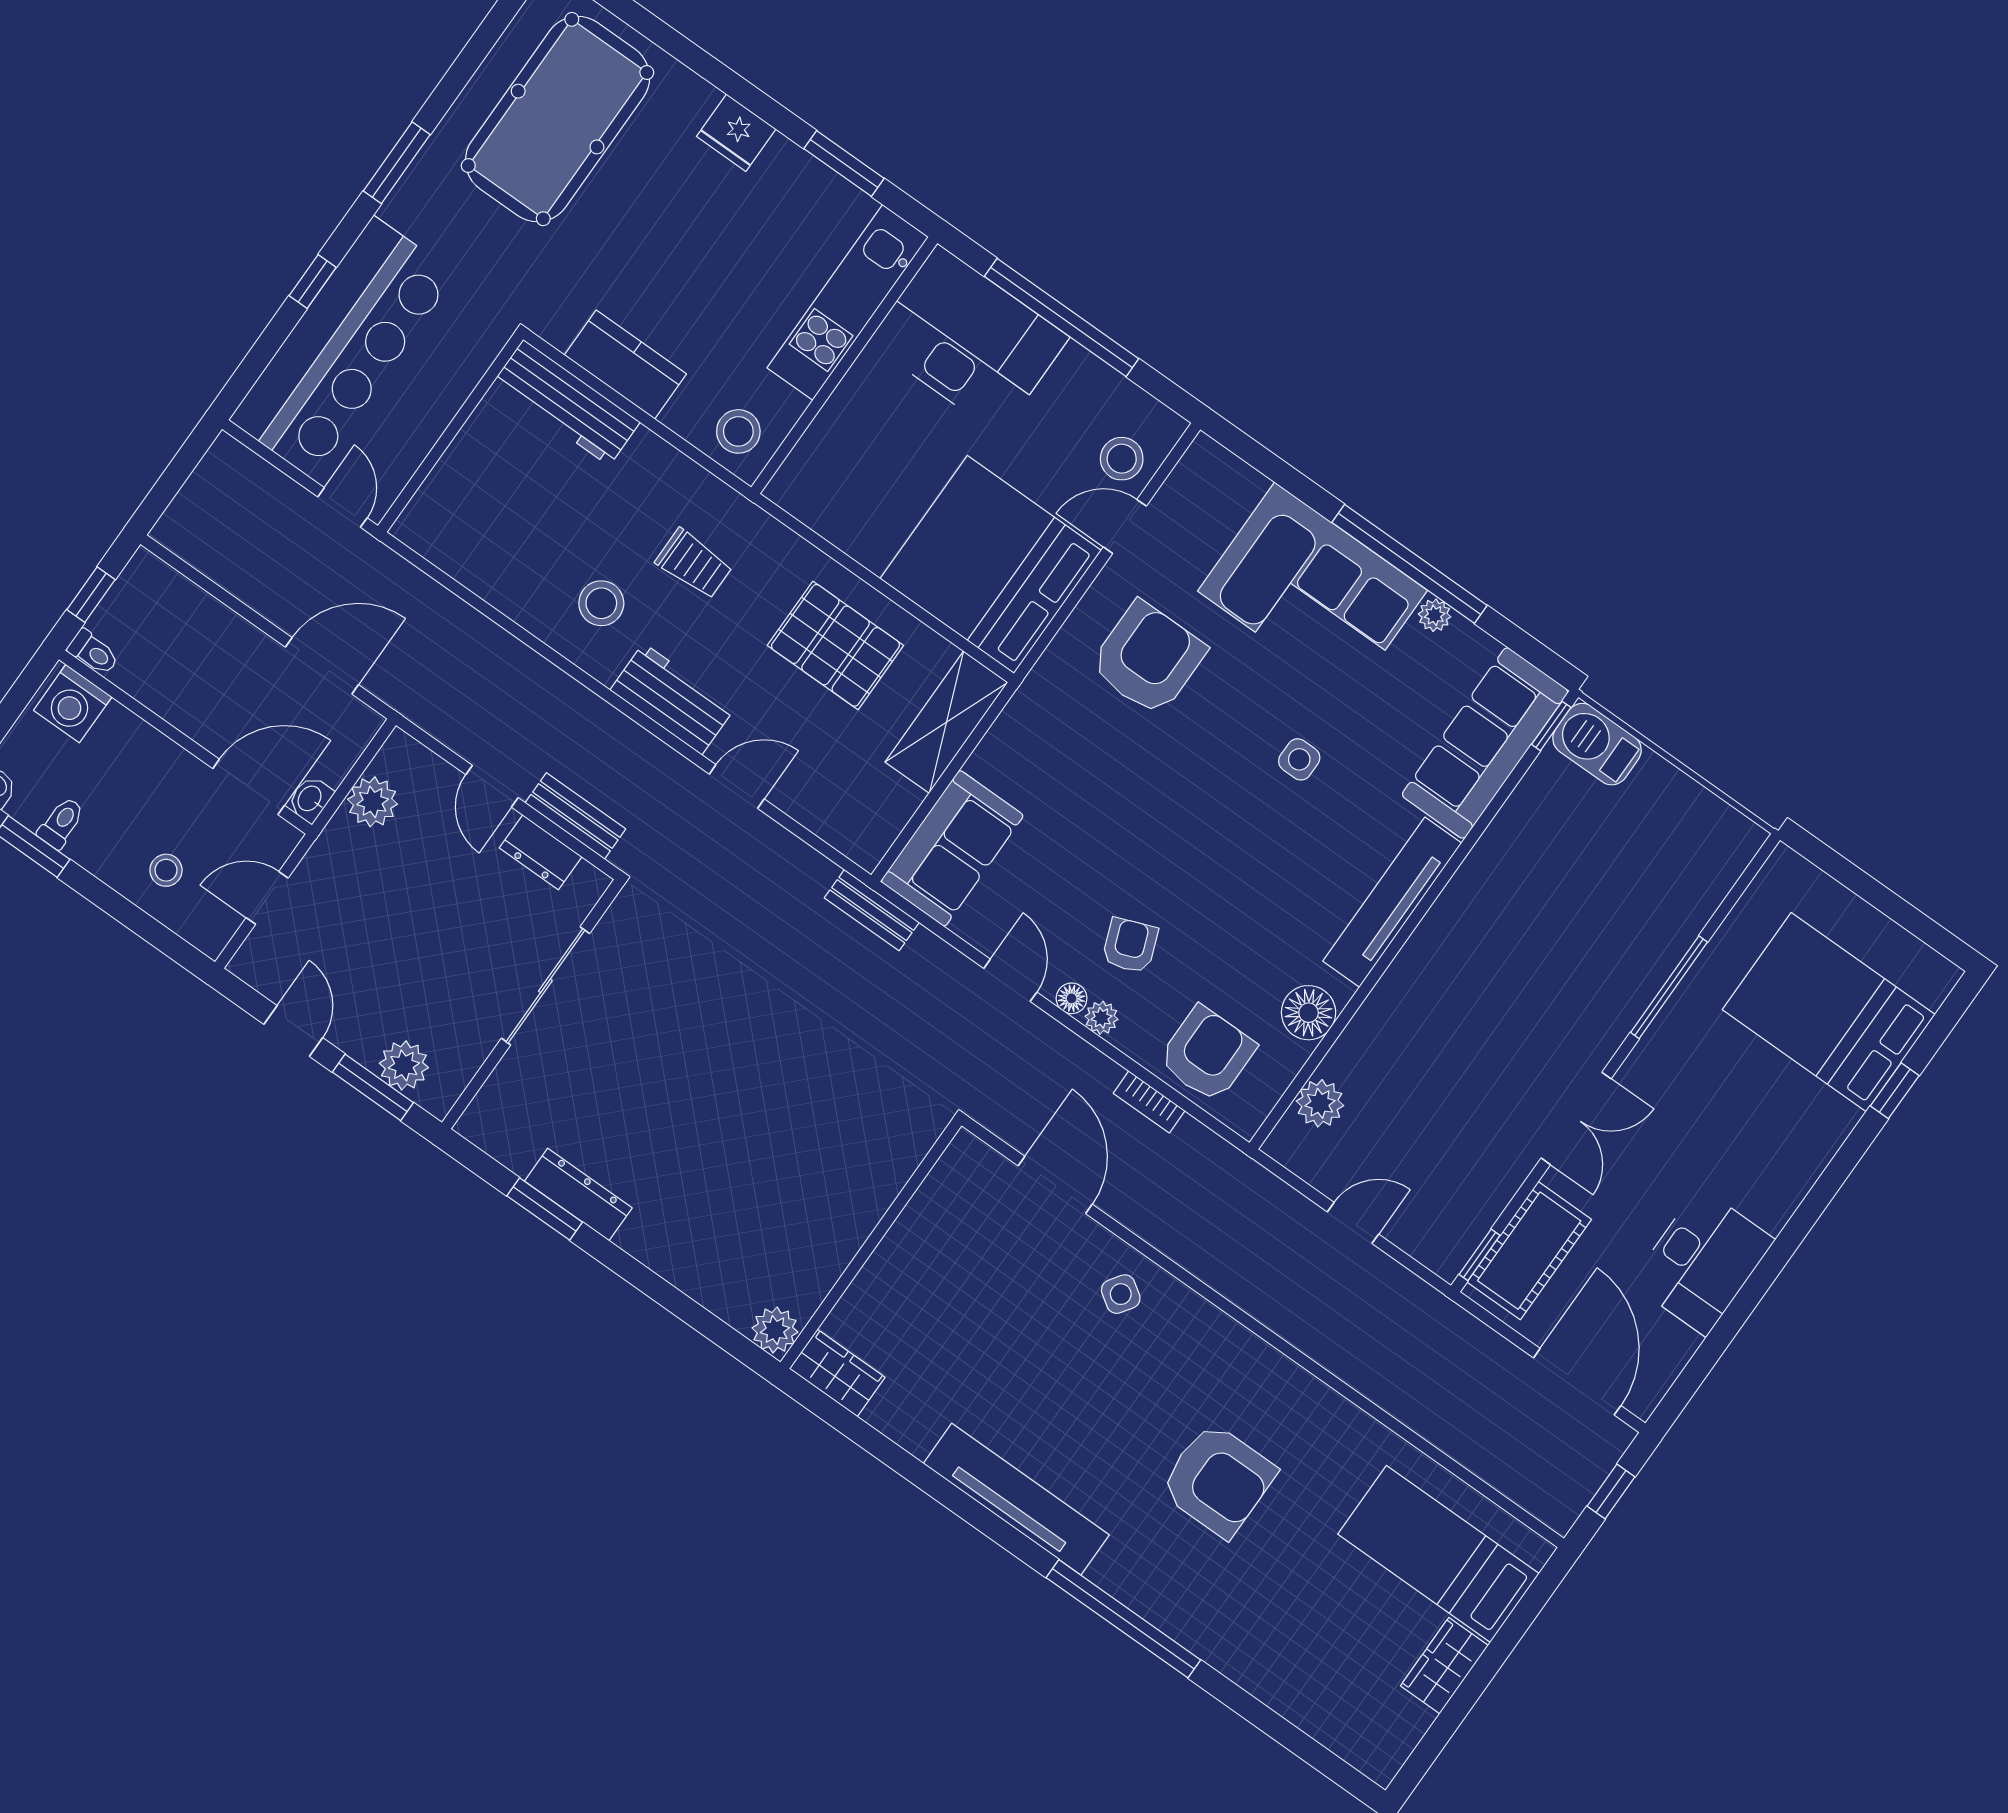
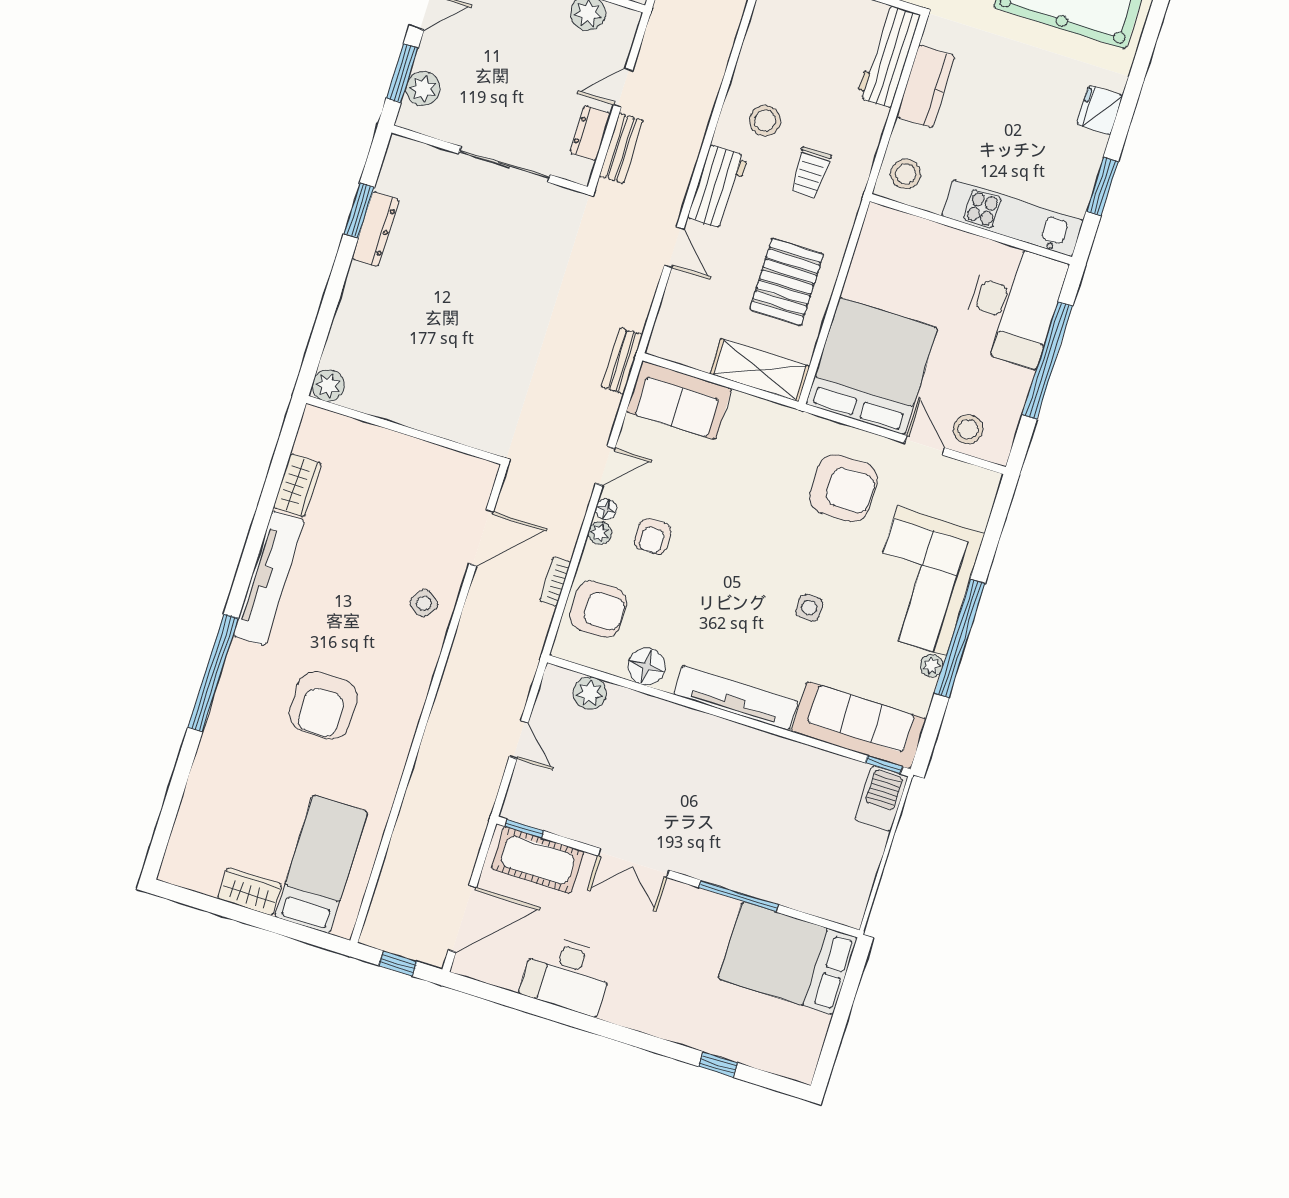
armchair: (1130, 945) -> (653, 536), turned 111
bed: (1829, 1012) -> (788, 958), moved, turned -90
wardrobe: (837, 1373) -> (297, 485), moved

